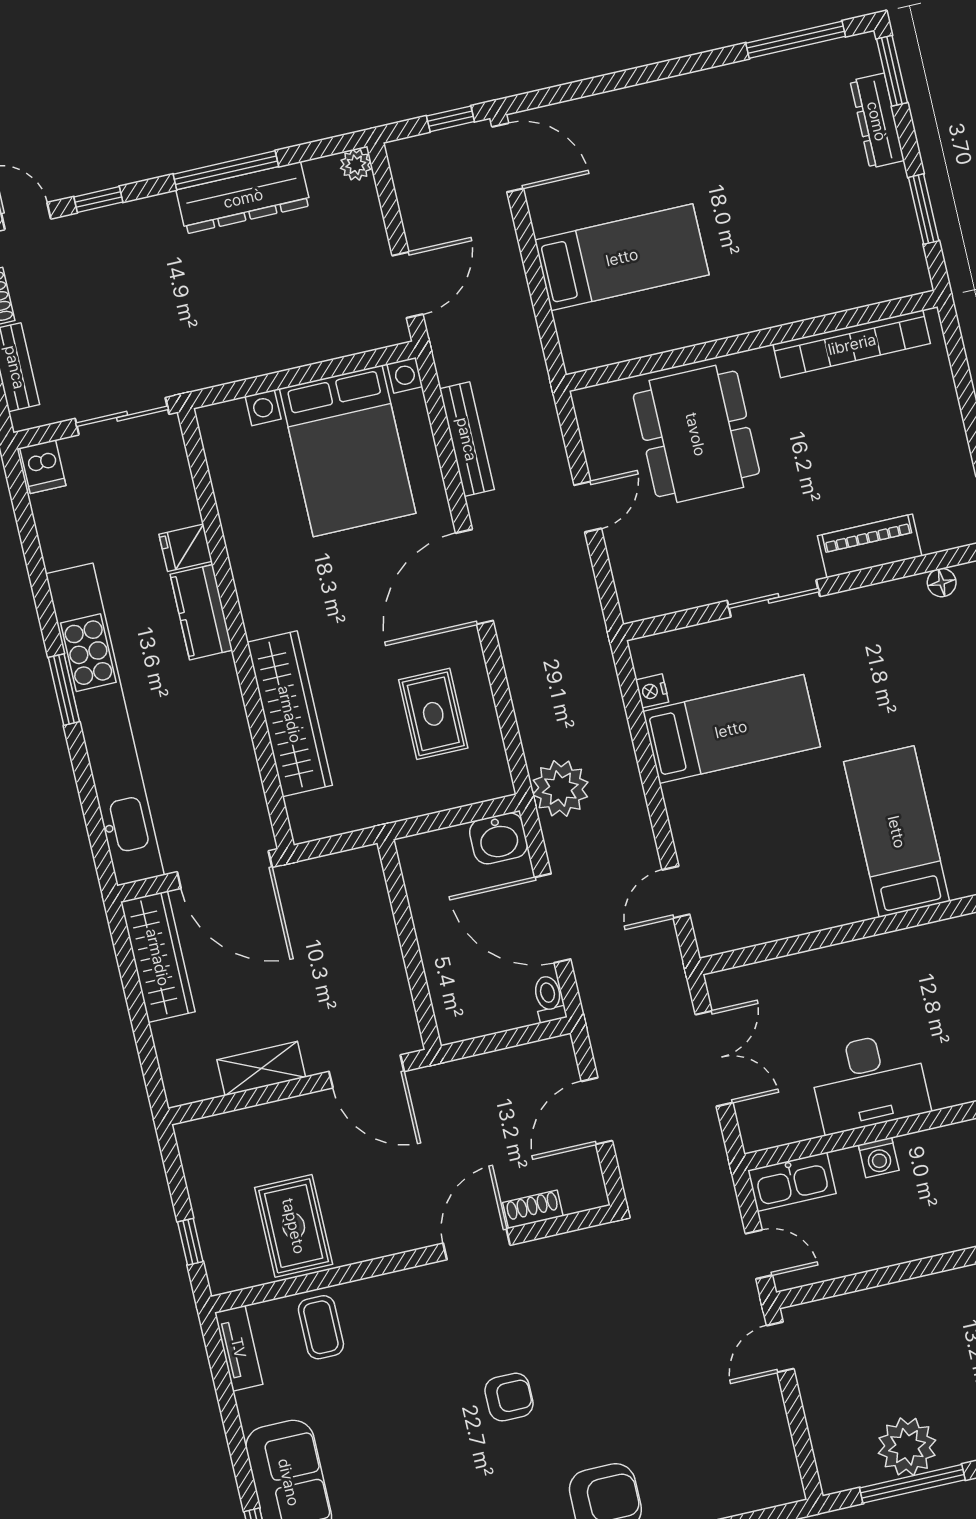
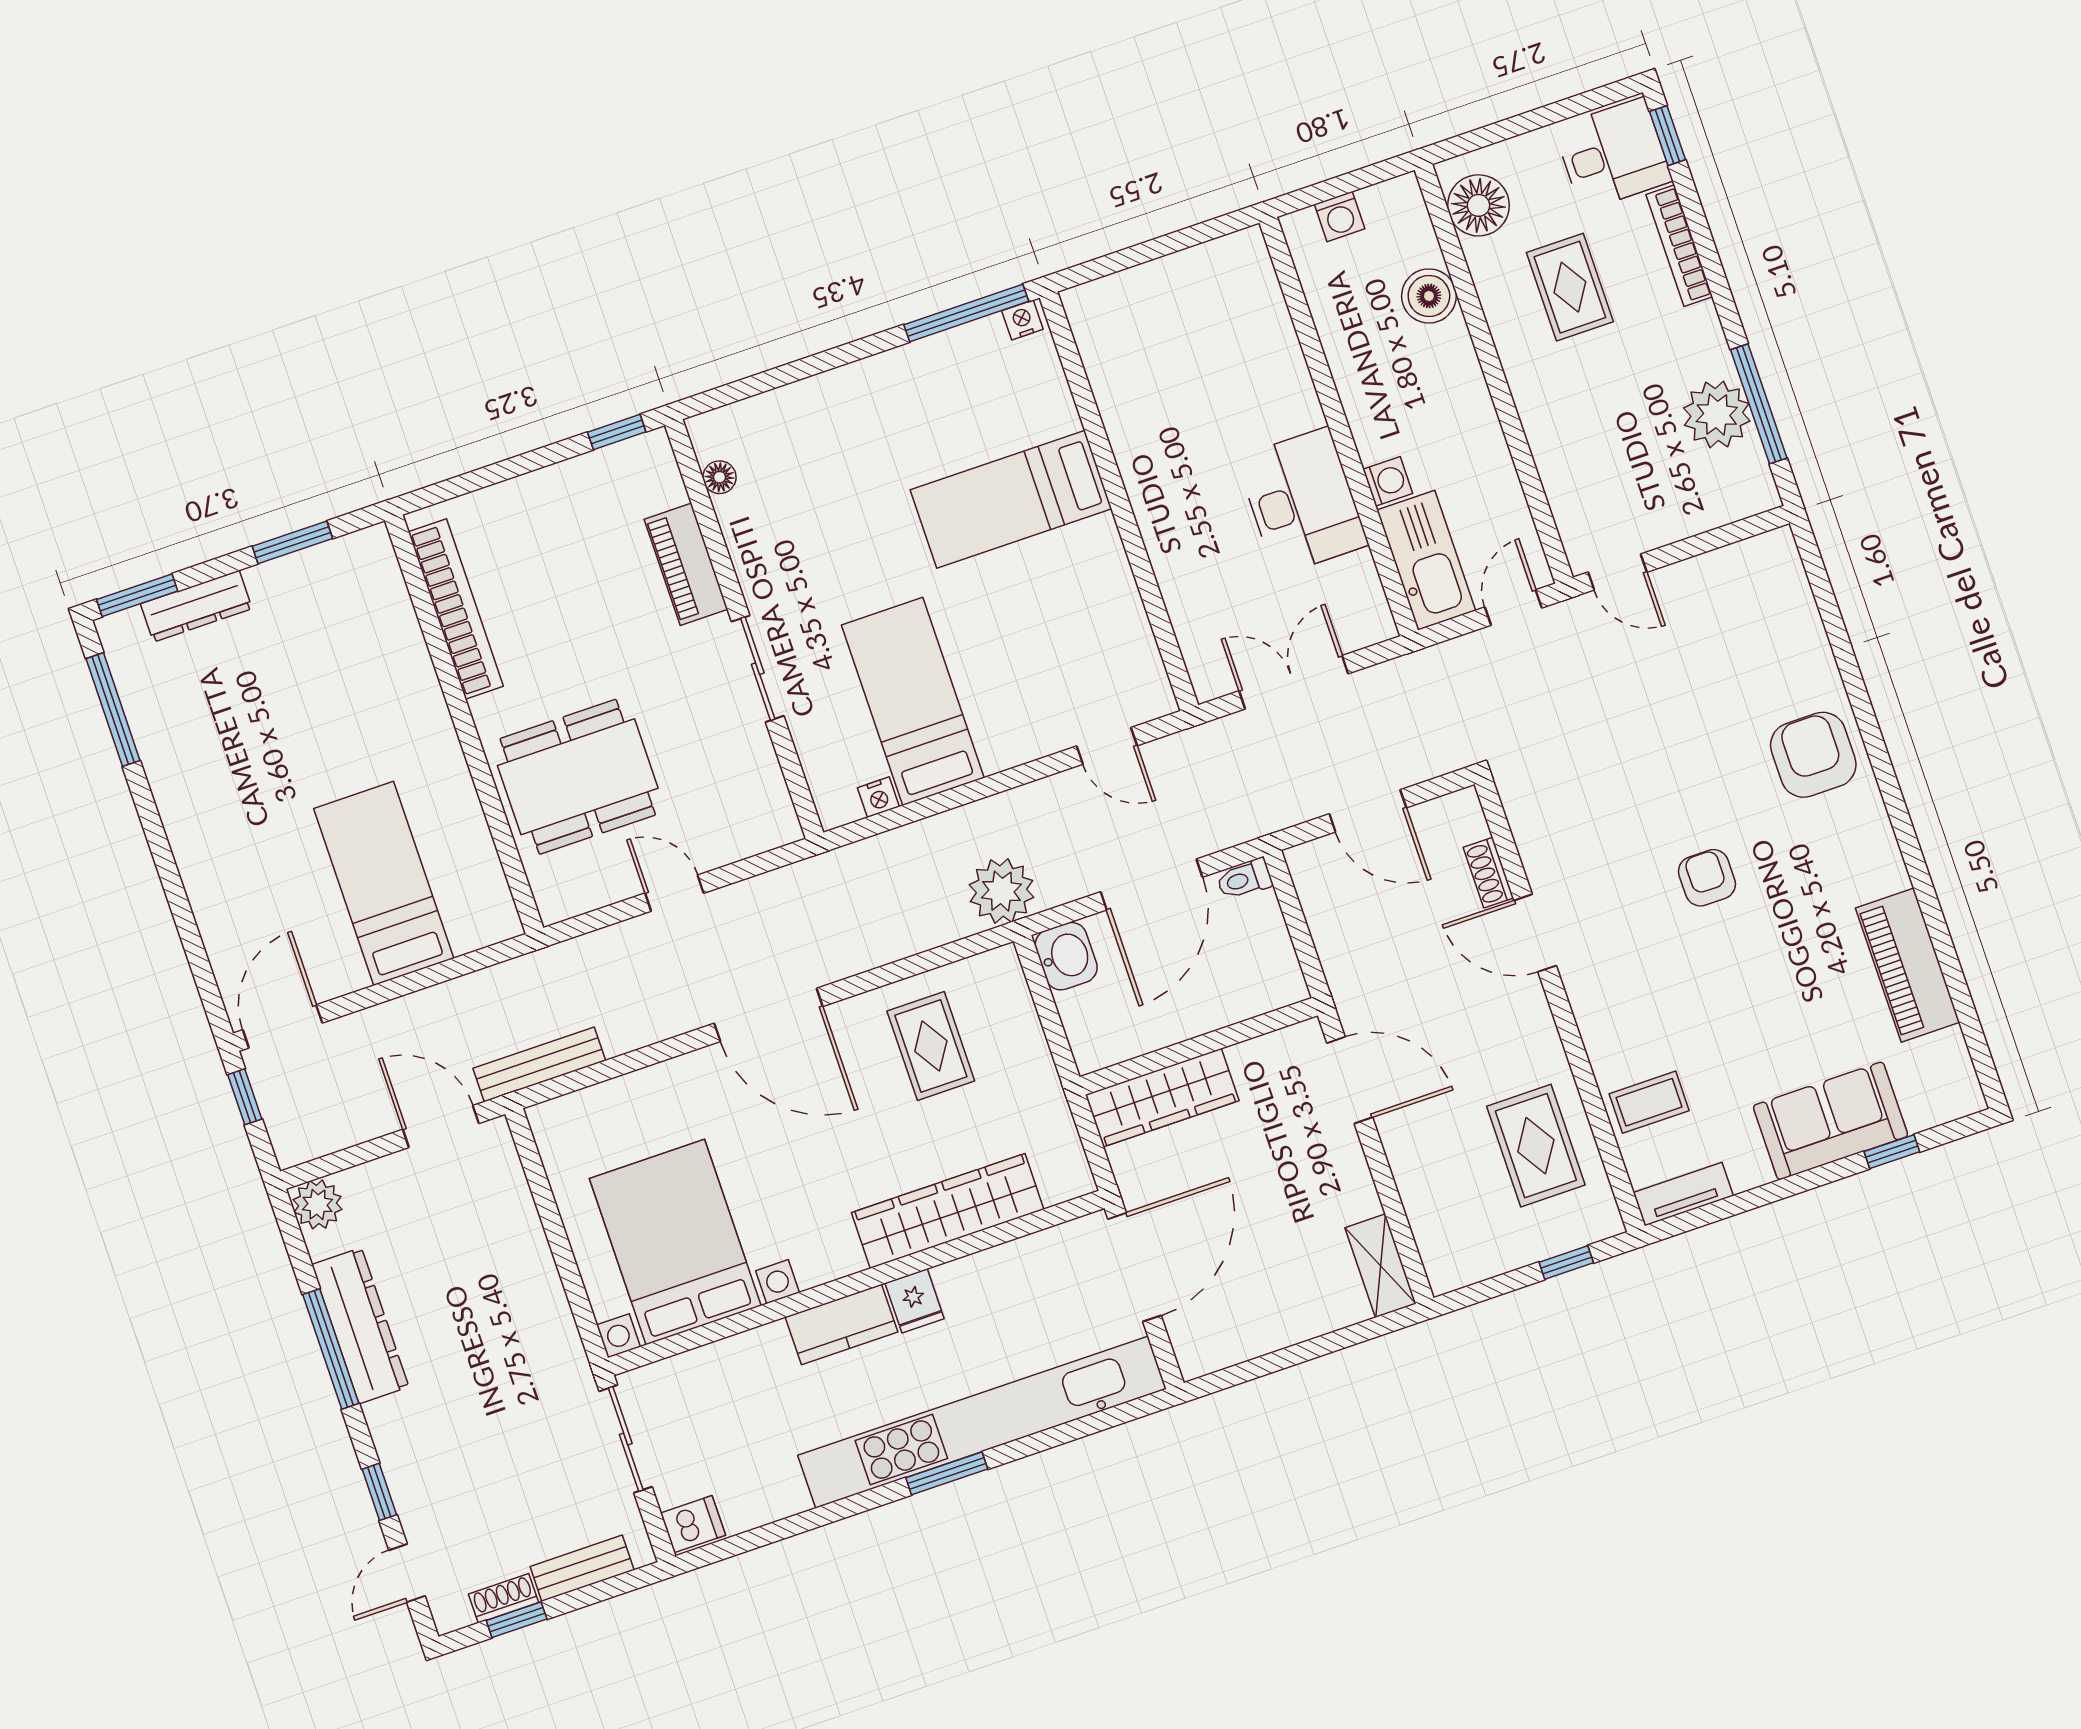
plant: (356, 165) -> (318, 1204), width x1.38, depth x1.38
bench: (467, 439) -> (539, 1064), moved
bed with nightstands: (348, 451) -> (675, 1242), moved, turned -90
fridge: (186, 548) -> (915, 1301), moved
rug: (433, 714) -> (931, 1046), turned 90
wardrobe: (158, 957) -> (1162, 1098), moved, turned 180
shelving: (261, 1068) -> (1381, 1266), moved
door: (367, 1071) -> (1350, 1080), hinge flipped
kitchen sink: (792, 1182) -> (1426, 560), width x1.36, depth x1.24
rug: (294, 1226) -> (1536, 1146), turned 90

